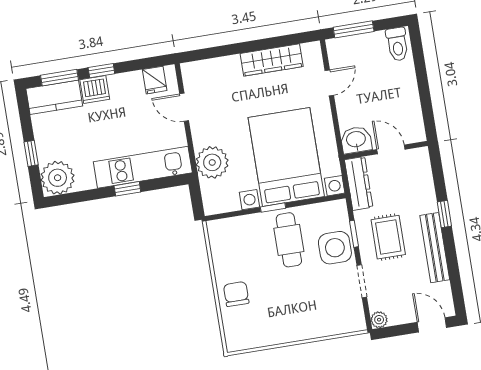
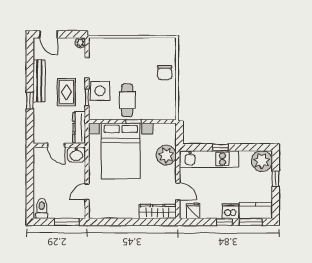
wardrobe: (272, 60) -> (158, 211), moved

